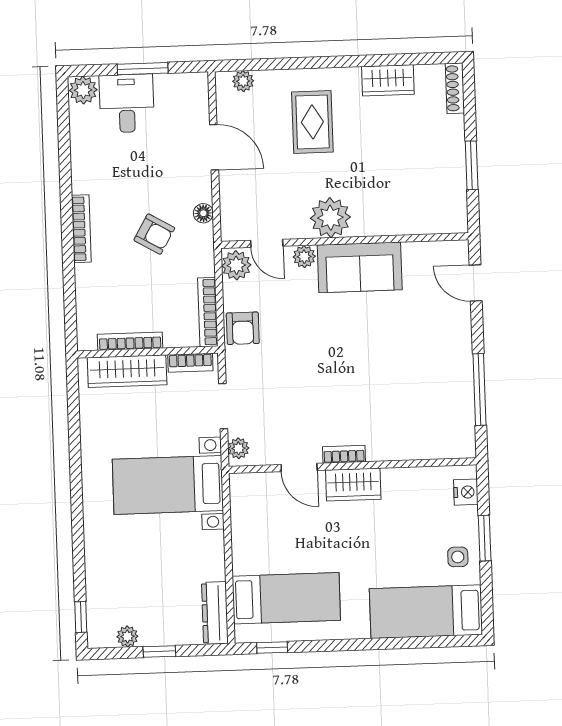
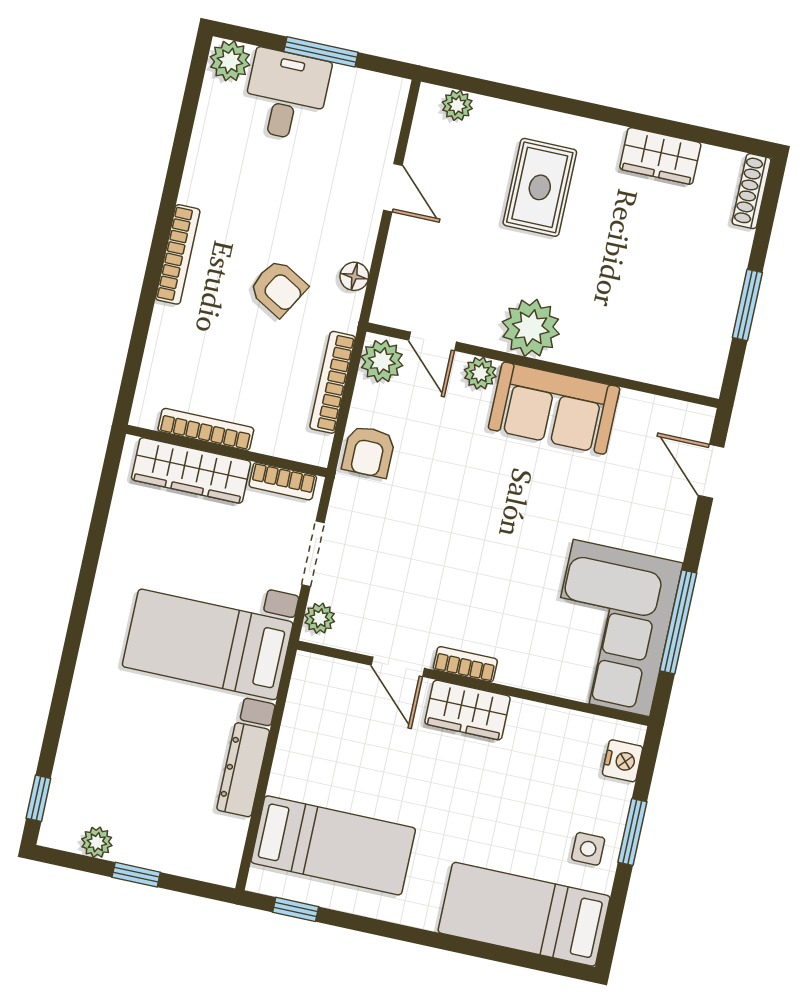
door: (214, 147) -> (393, 188), width x0.73
bookcase: (208, 312) -> (333, 382), moved
corner sofa: (436, 405) -> (611, 628), added
dresser: (215, 613) -> (243, 770), moved

